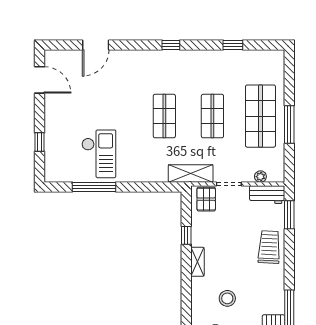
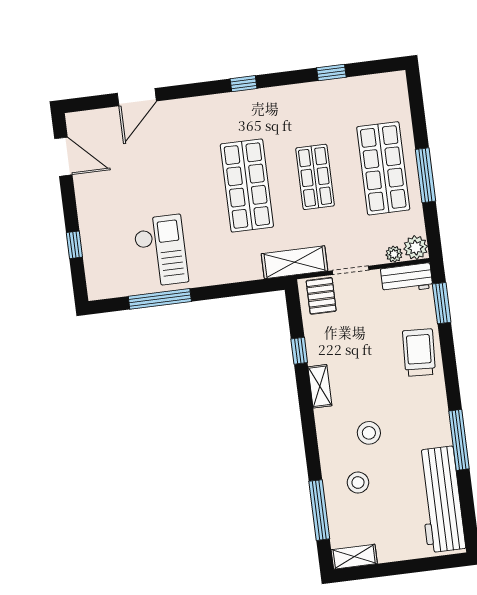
shop shelf: (164, 116) -> (247, 186), width x1.43, depth x1.36
plant: (276, 174) -> (416, 248), added

